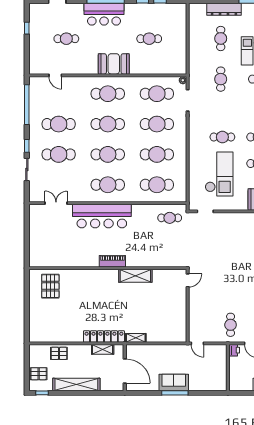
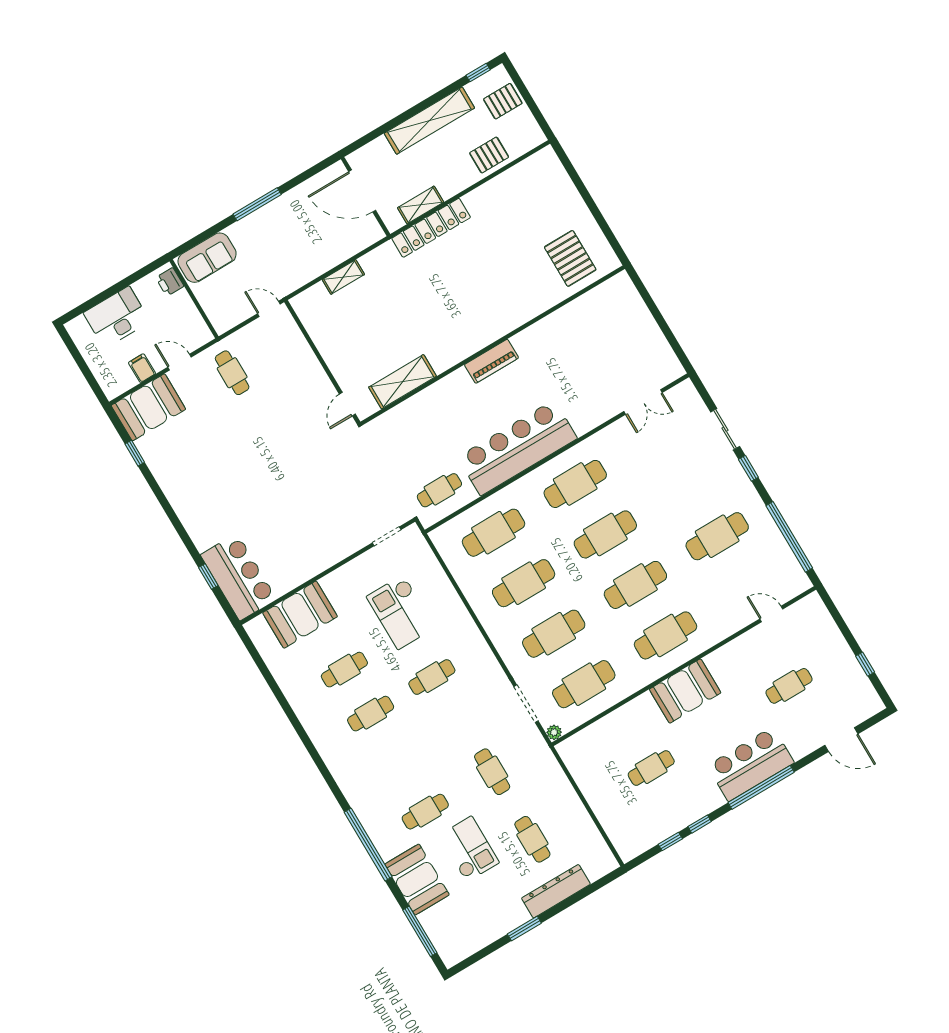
cafe table: (59, 154) -> (687, 486), removed
checkout: (219, 174) -> (401, 612), width x0.73, depth x0.83
bar counter: (102, 216) -> (517, 448), moved
shelving: (135, 276) -> (403, 382), moved
shelving: (136, 338) -> (343, 277), moved
printer: (234, 350) -> (170, 282), moved
sofa: (174, 382) -> (207, 258), moved

